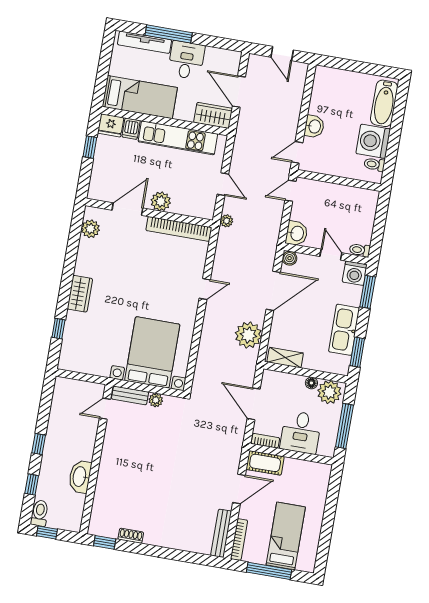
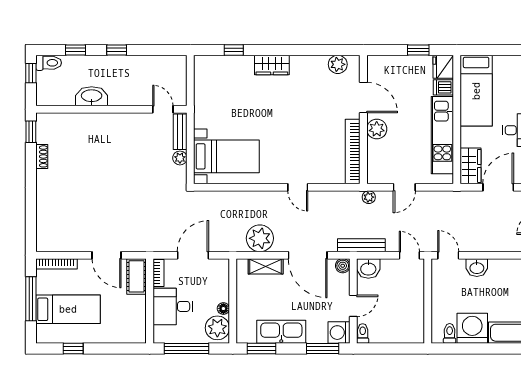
bed with nightstands: (152, 352) -> (226, 156), width x0.73
shelving: (285, 358) -> (266, 266), moved, turned 90
bench: (221, 533) -> (361, 245), moved
window: (325, 538) -> (73, 348), added

